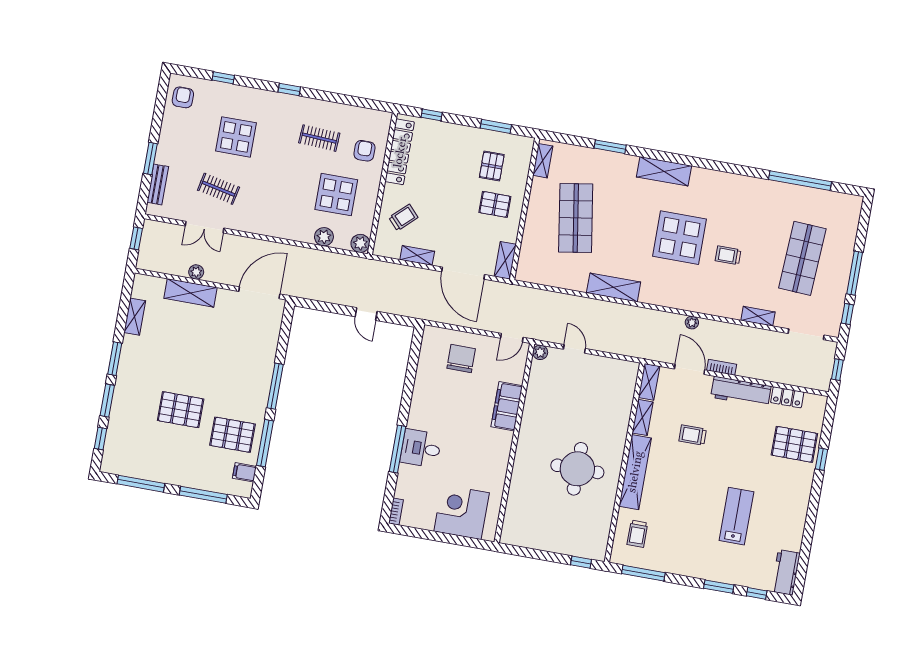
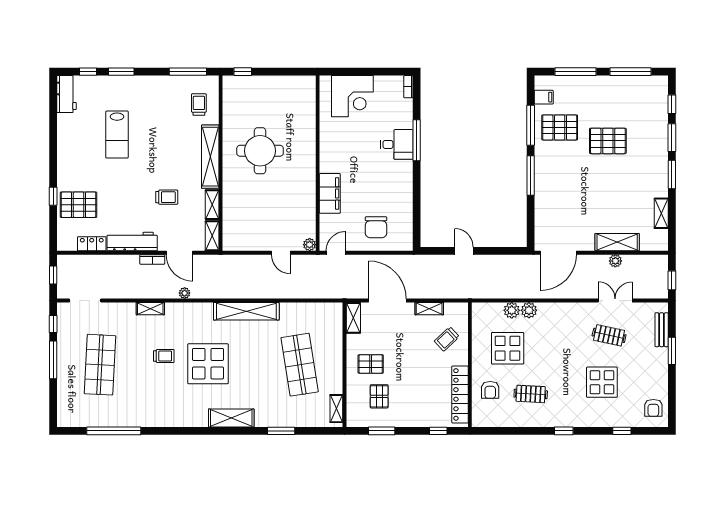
plant: (360, 243) -> (529, 310), moved
shelving: (614, 287) -> (246, 311), width x1.47
shelving: (758, 316) -> (150, 309), moved

